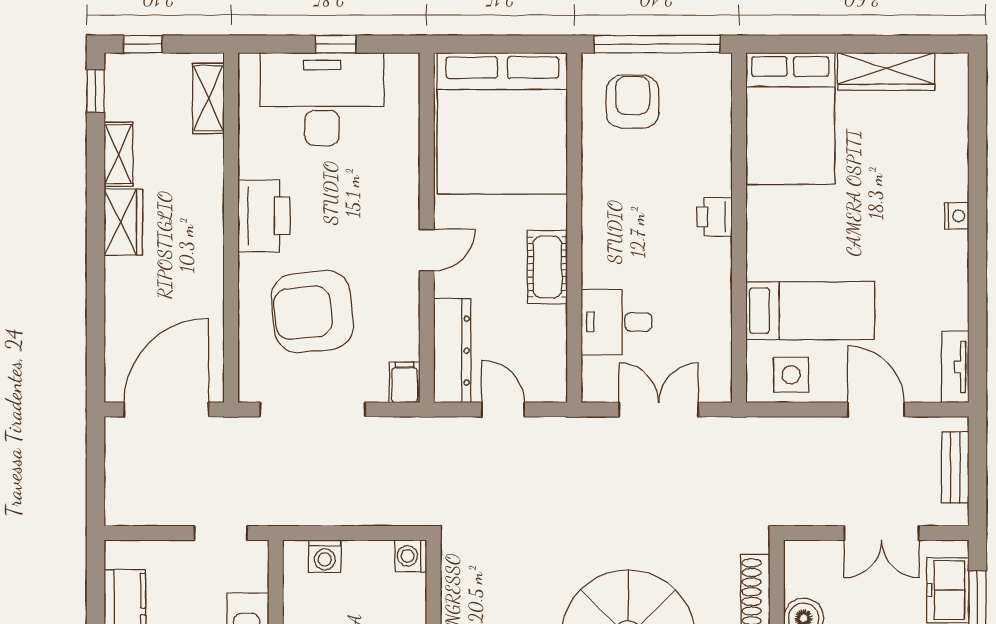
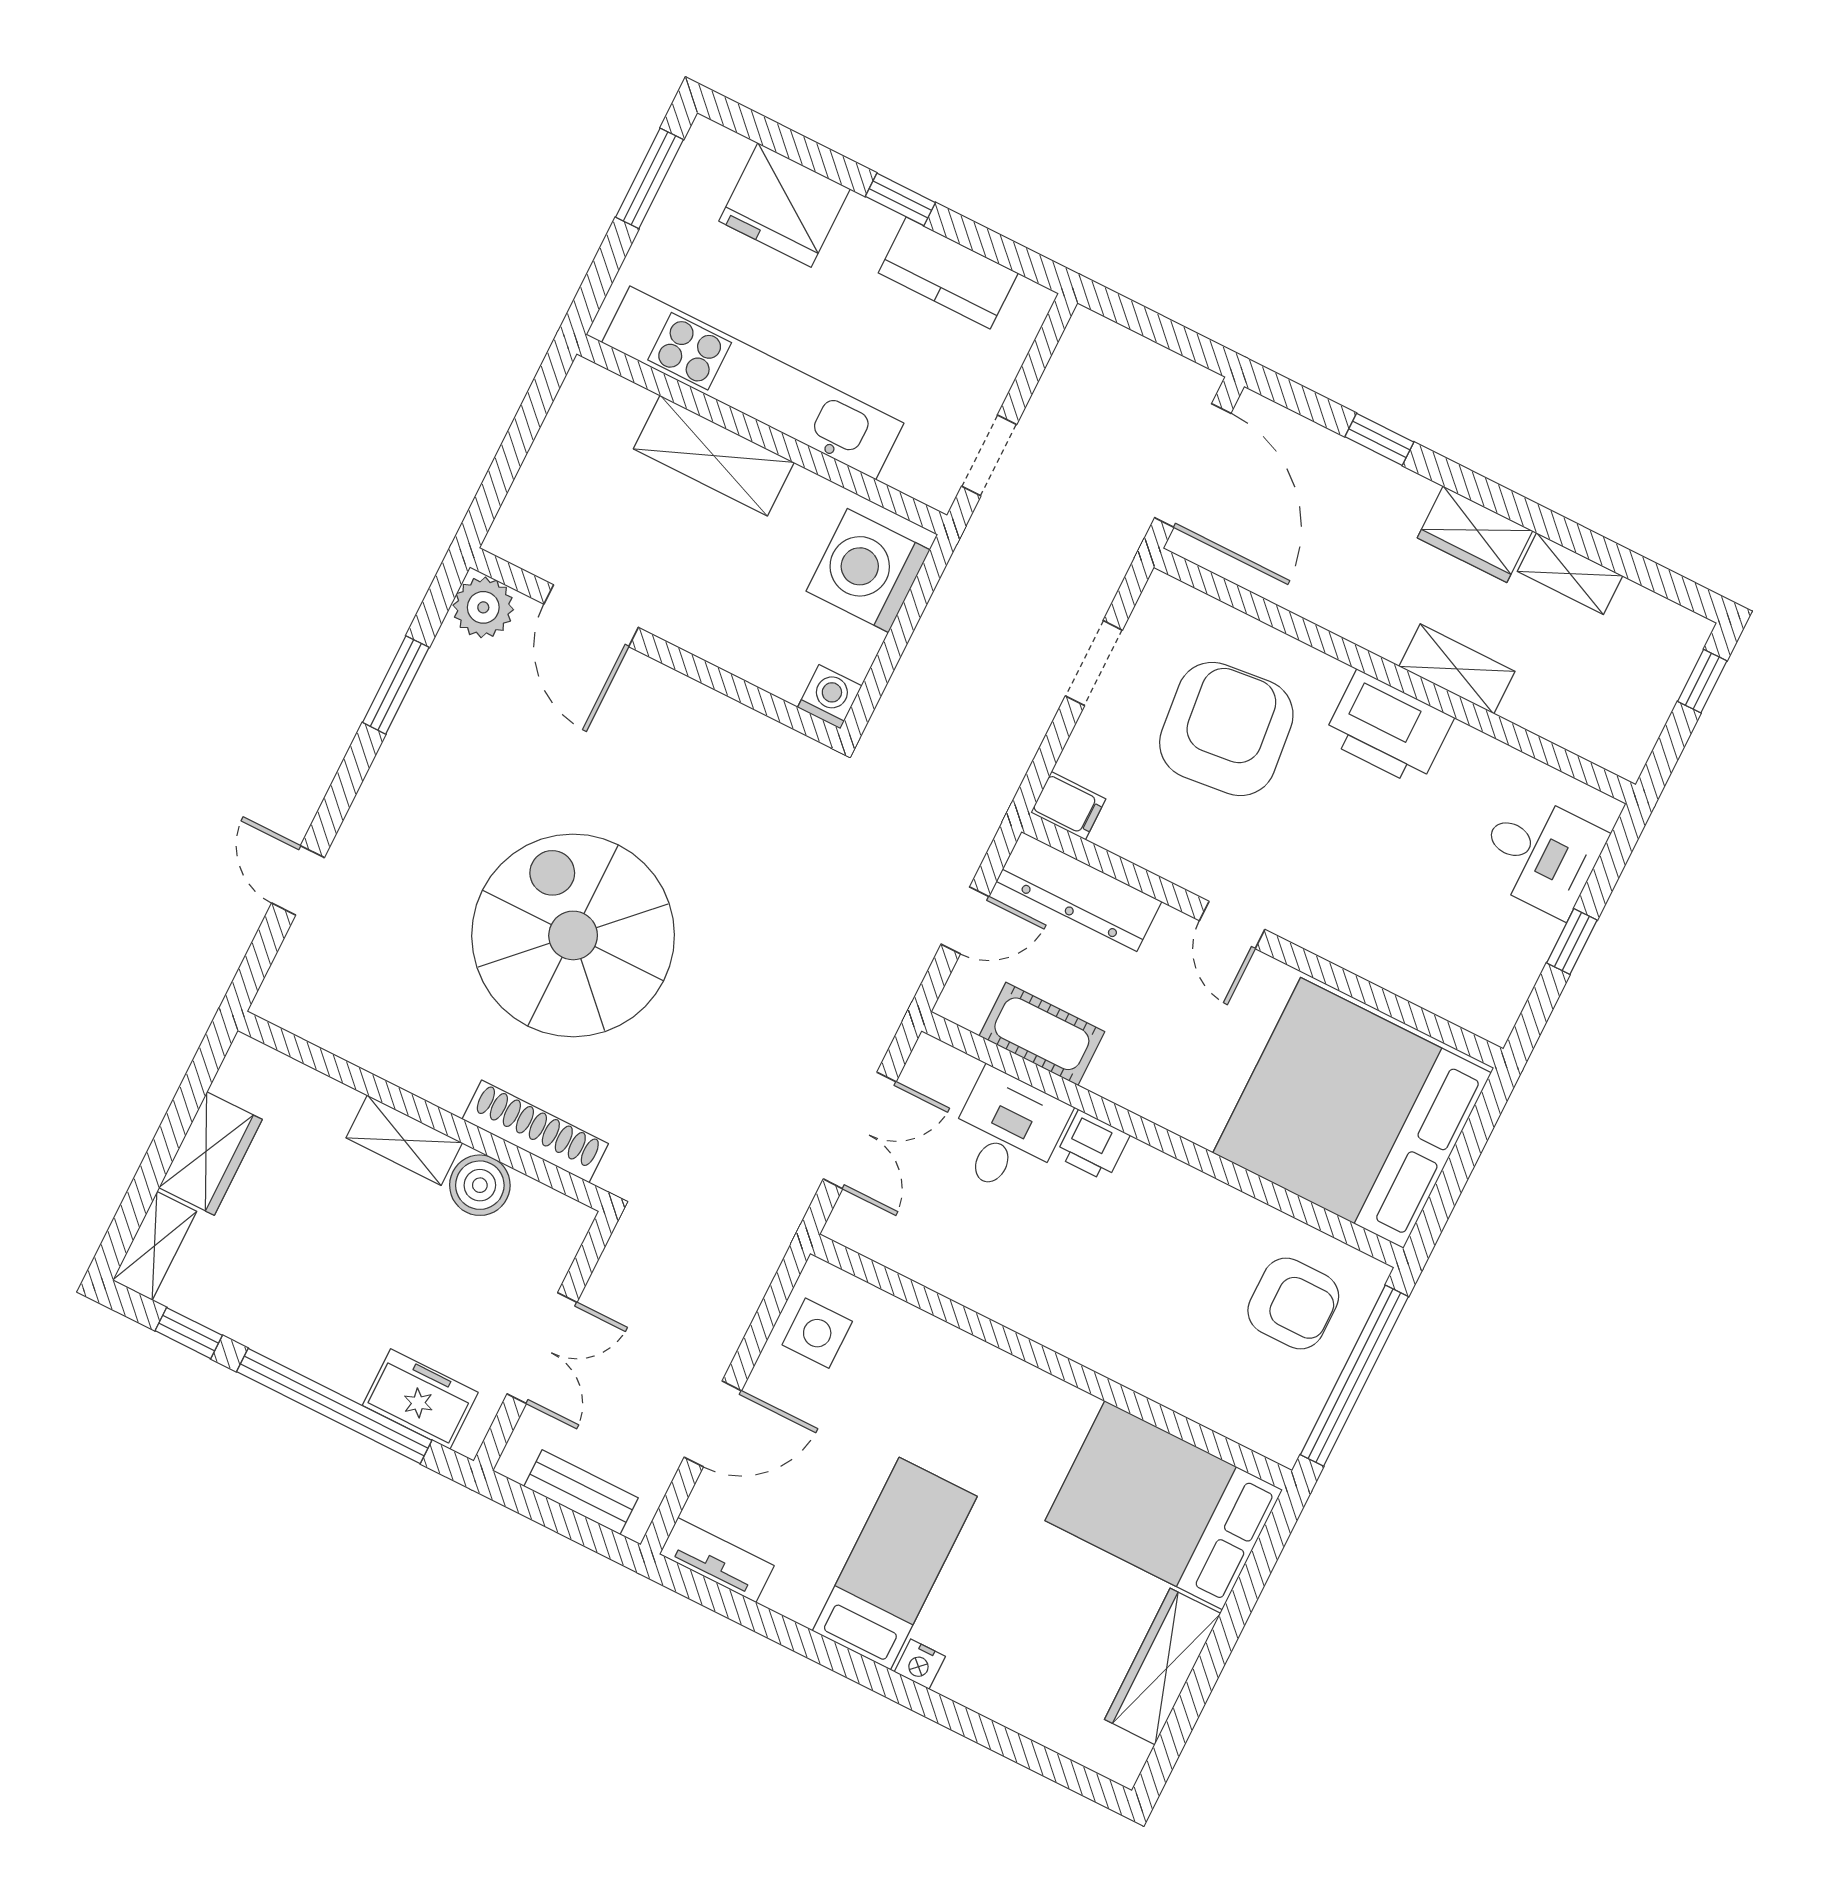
window: (96, 91) -> (1379, 439), moved
shelving: (208, 98) -> (1457, 669), moved
desk: (322, 99) -> (1541, 854), width x0.53, depth x0.77
printer: (715, 217) -> (1093, 1146), moved, turned 180
cot: (547, 267) -> (1042, 1034), moved
bed: (810, 311) -> (895, 1564), moved, turned 180
doorway: (313, 410) -> (1094, 663), width x0.53
double door: (882, 533) -> (542, 1348), swing flipped
washing machine: (325, 556) -> (868, 570), width x1.89, depth x1.89

